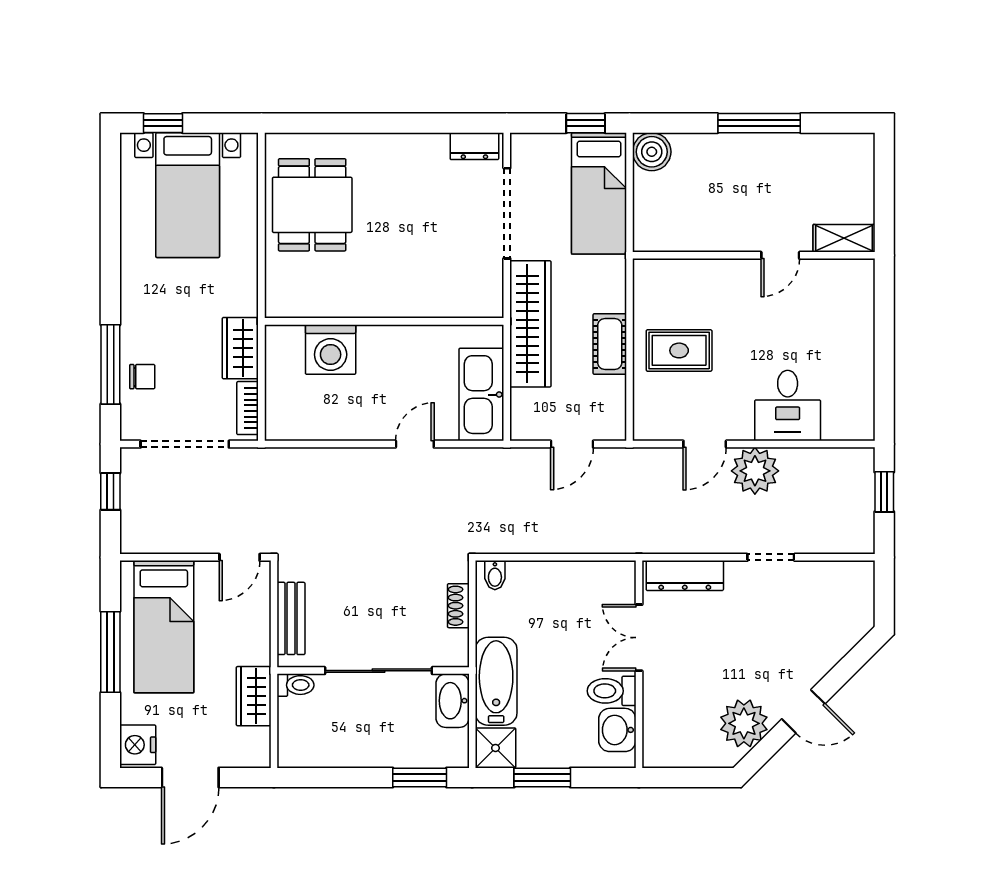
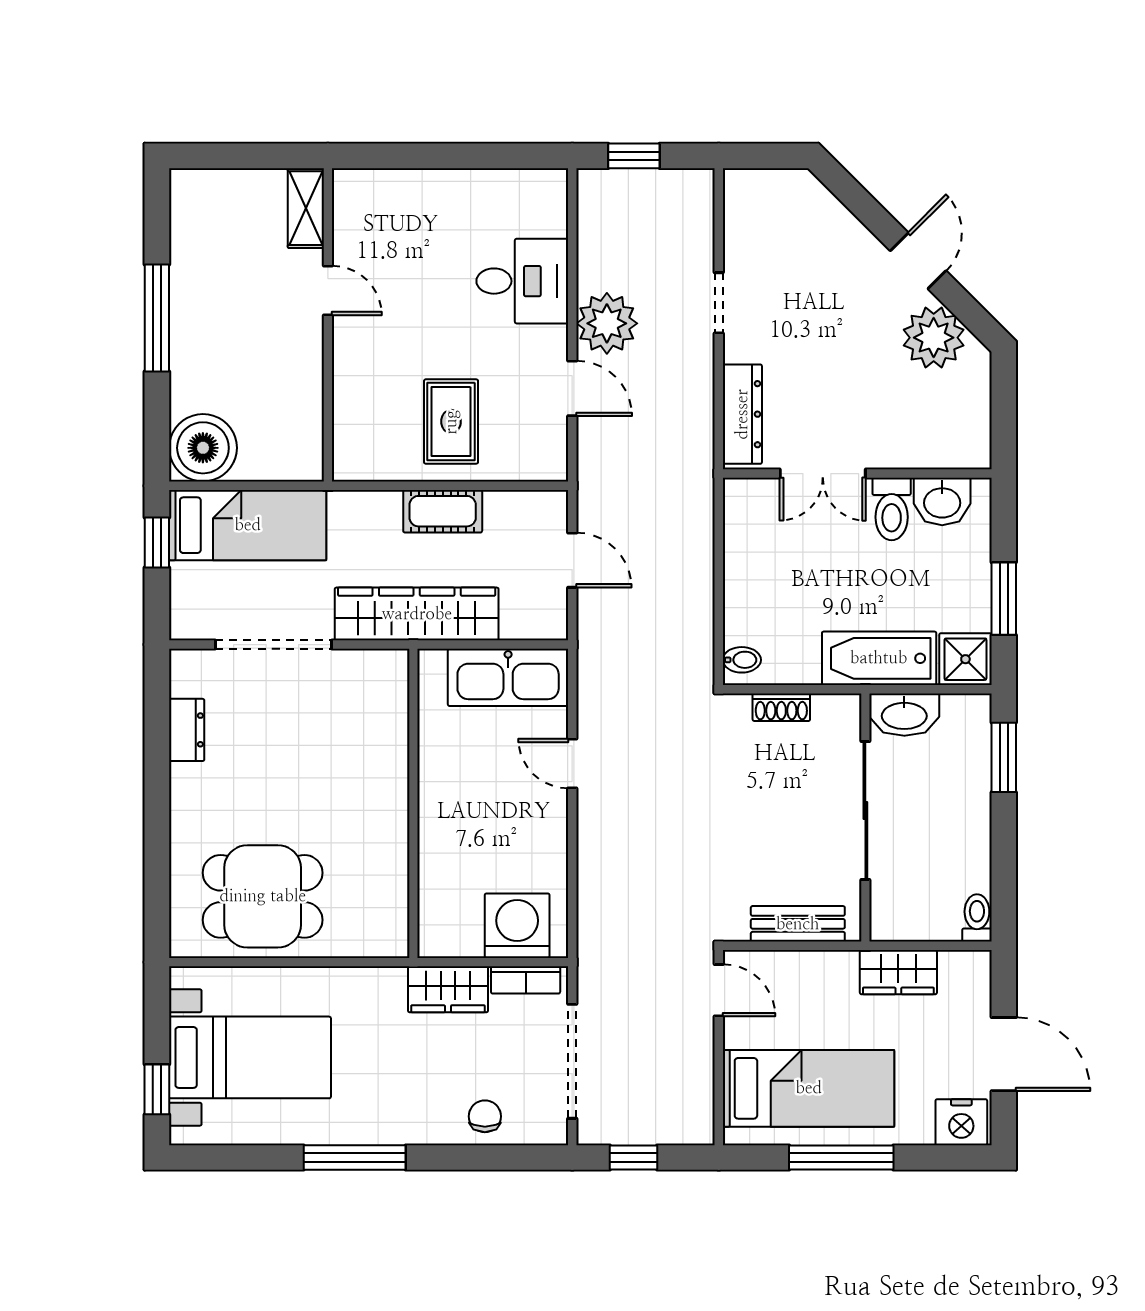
dresser: (474, 146) -> (187, 730), moved
boiler: (652, 152) -> (203, 448), width x1.37, depth x1.37
washing machine: (331, 350) -> (517, 926), moved, turned -90
window: (110, 364) -> (355, 1158), moved
toilet: (296, 685) -> (977, 918), moved

